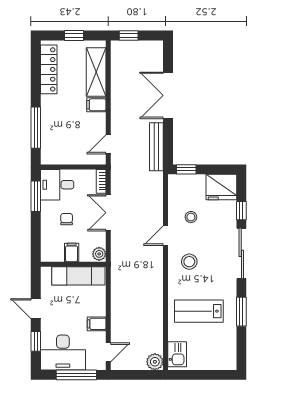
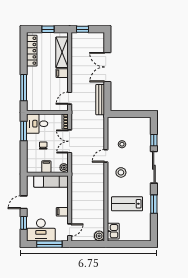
window: (186, 169) -> (119, 114), removed
fridge: (221, 187) -> (141, 125), removed
door: (36, 309) -> (24, 202), hinge flipped

